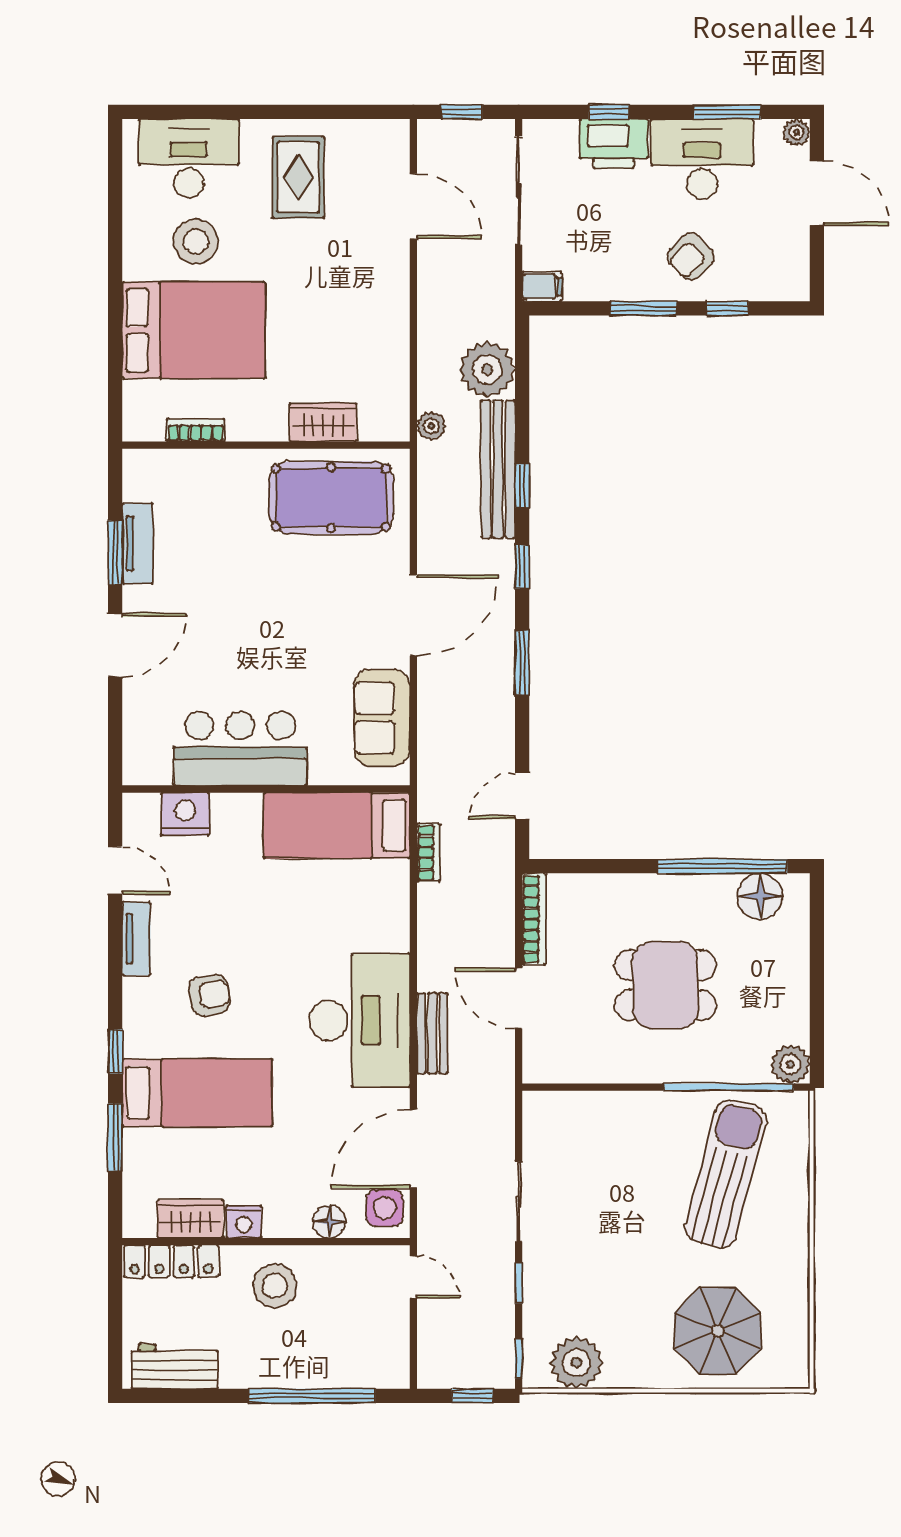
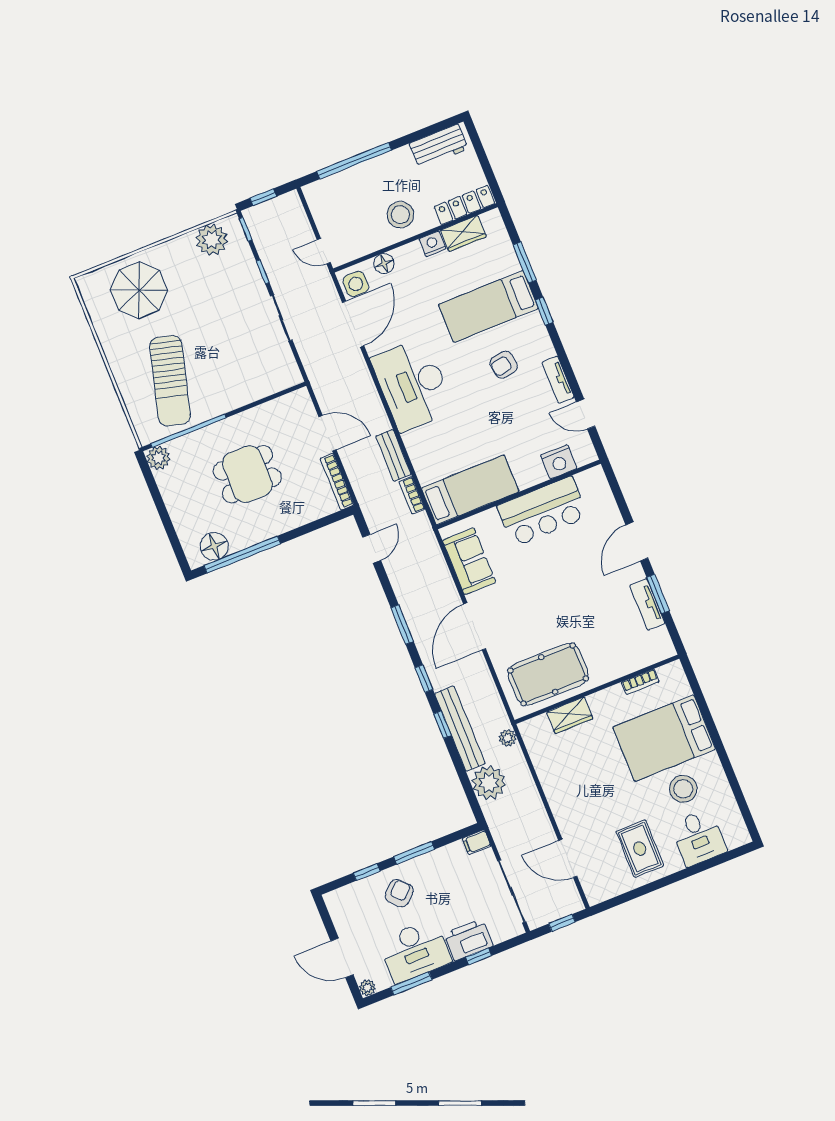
desk: (189, 158) -> (698, 837), width x0.73
bench: (432, 1033) -> (393, 455), moved

